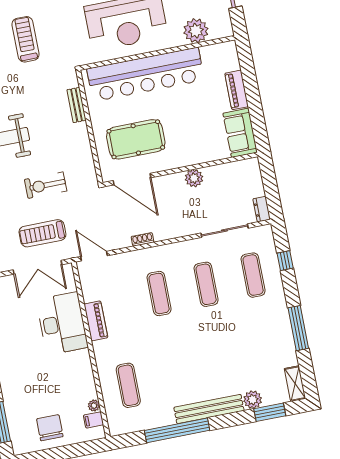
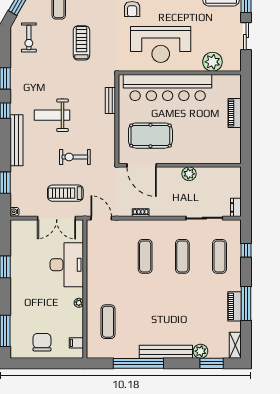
sofa: (240, 133) -> (231, 146), removed
piano: (96, 321) -> (235, 306), moved, turned 180
plant: (94, 406) -> (79, 303), moved

